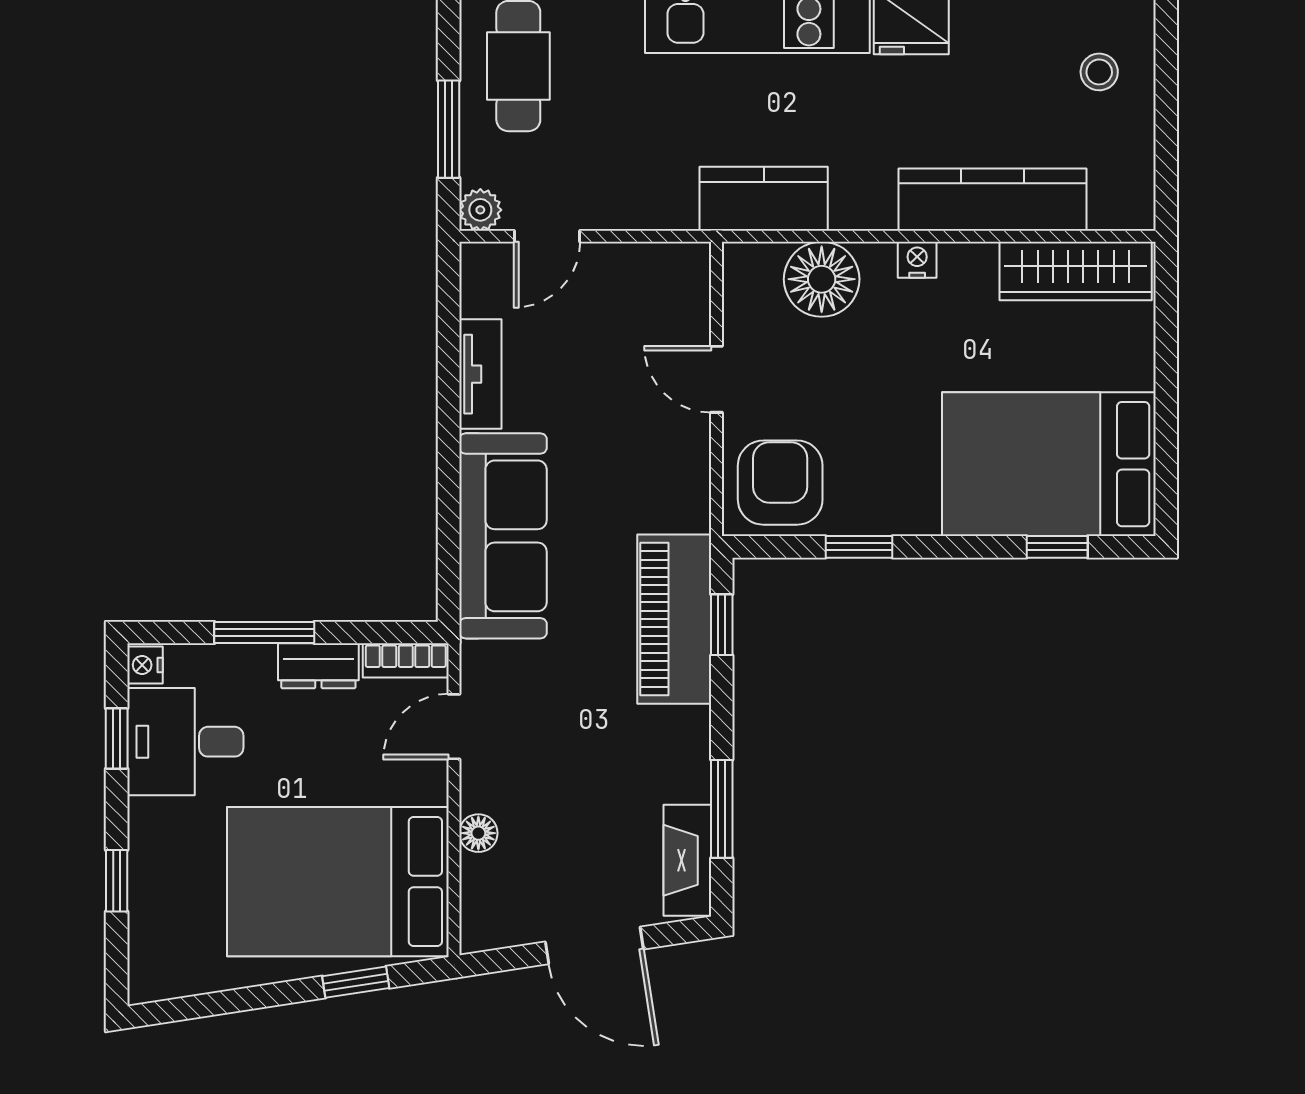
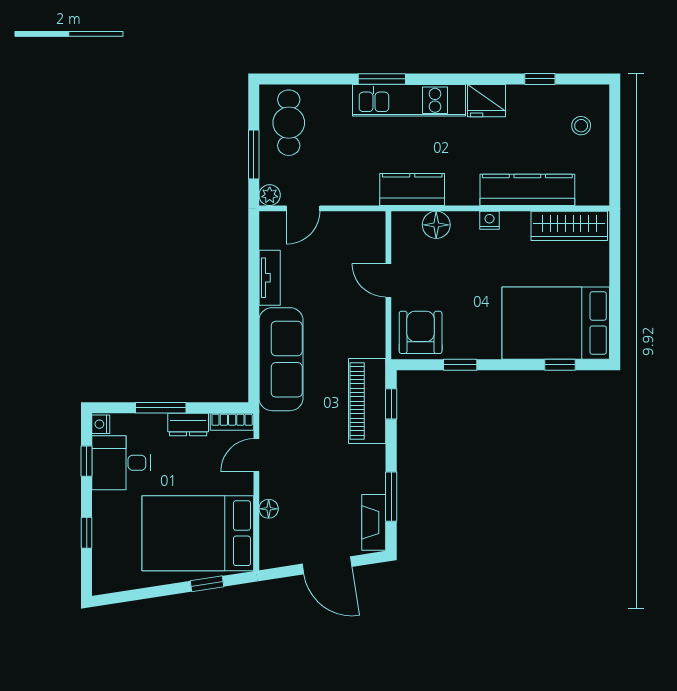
floor lamp: (822, 279) -> (436, 225), width x0.73, depth x0.73

